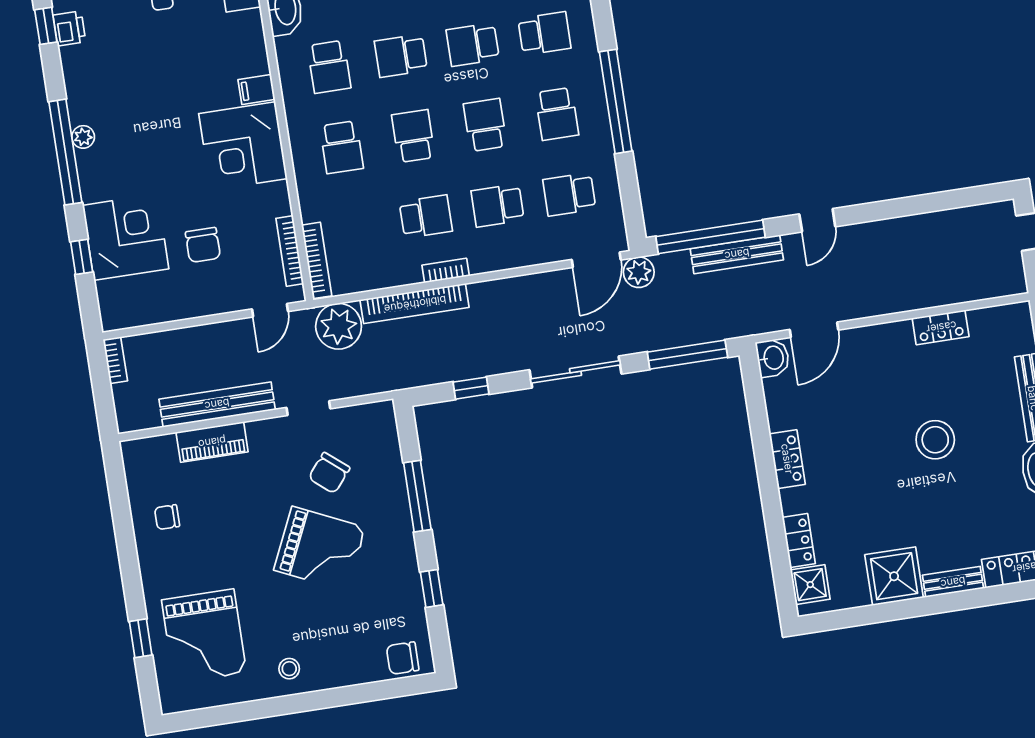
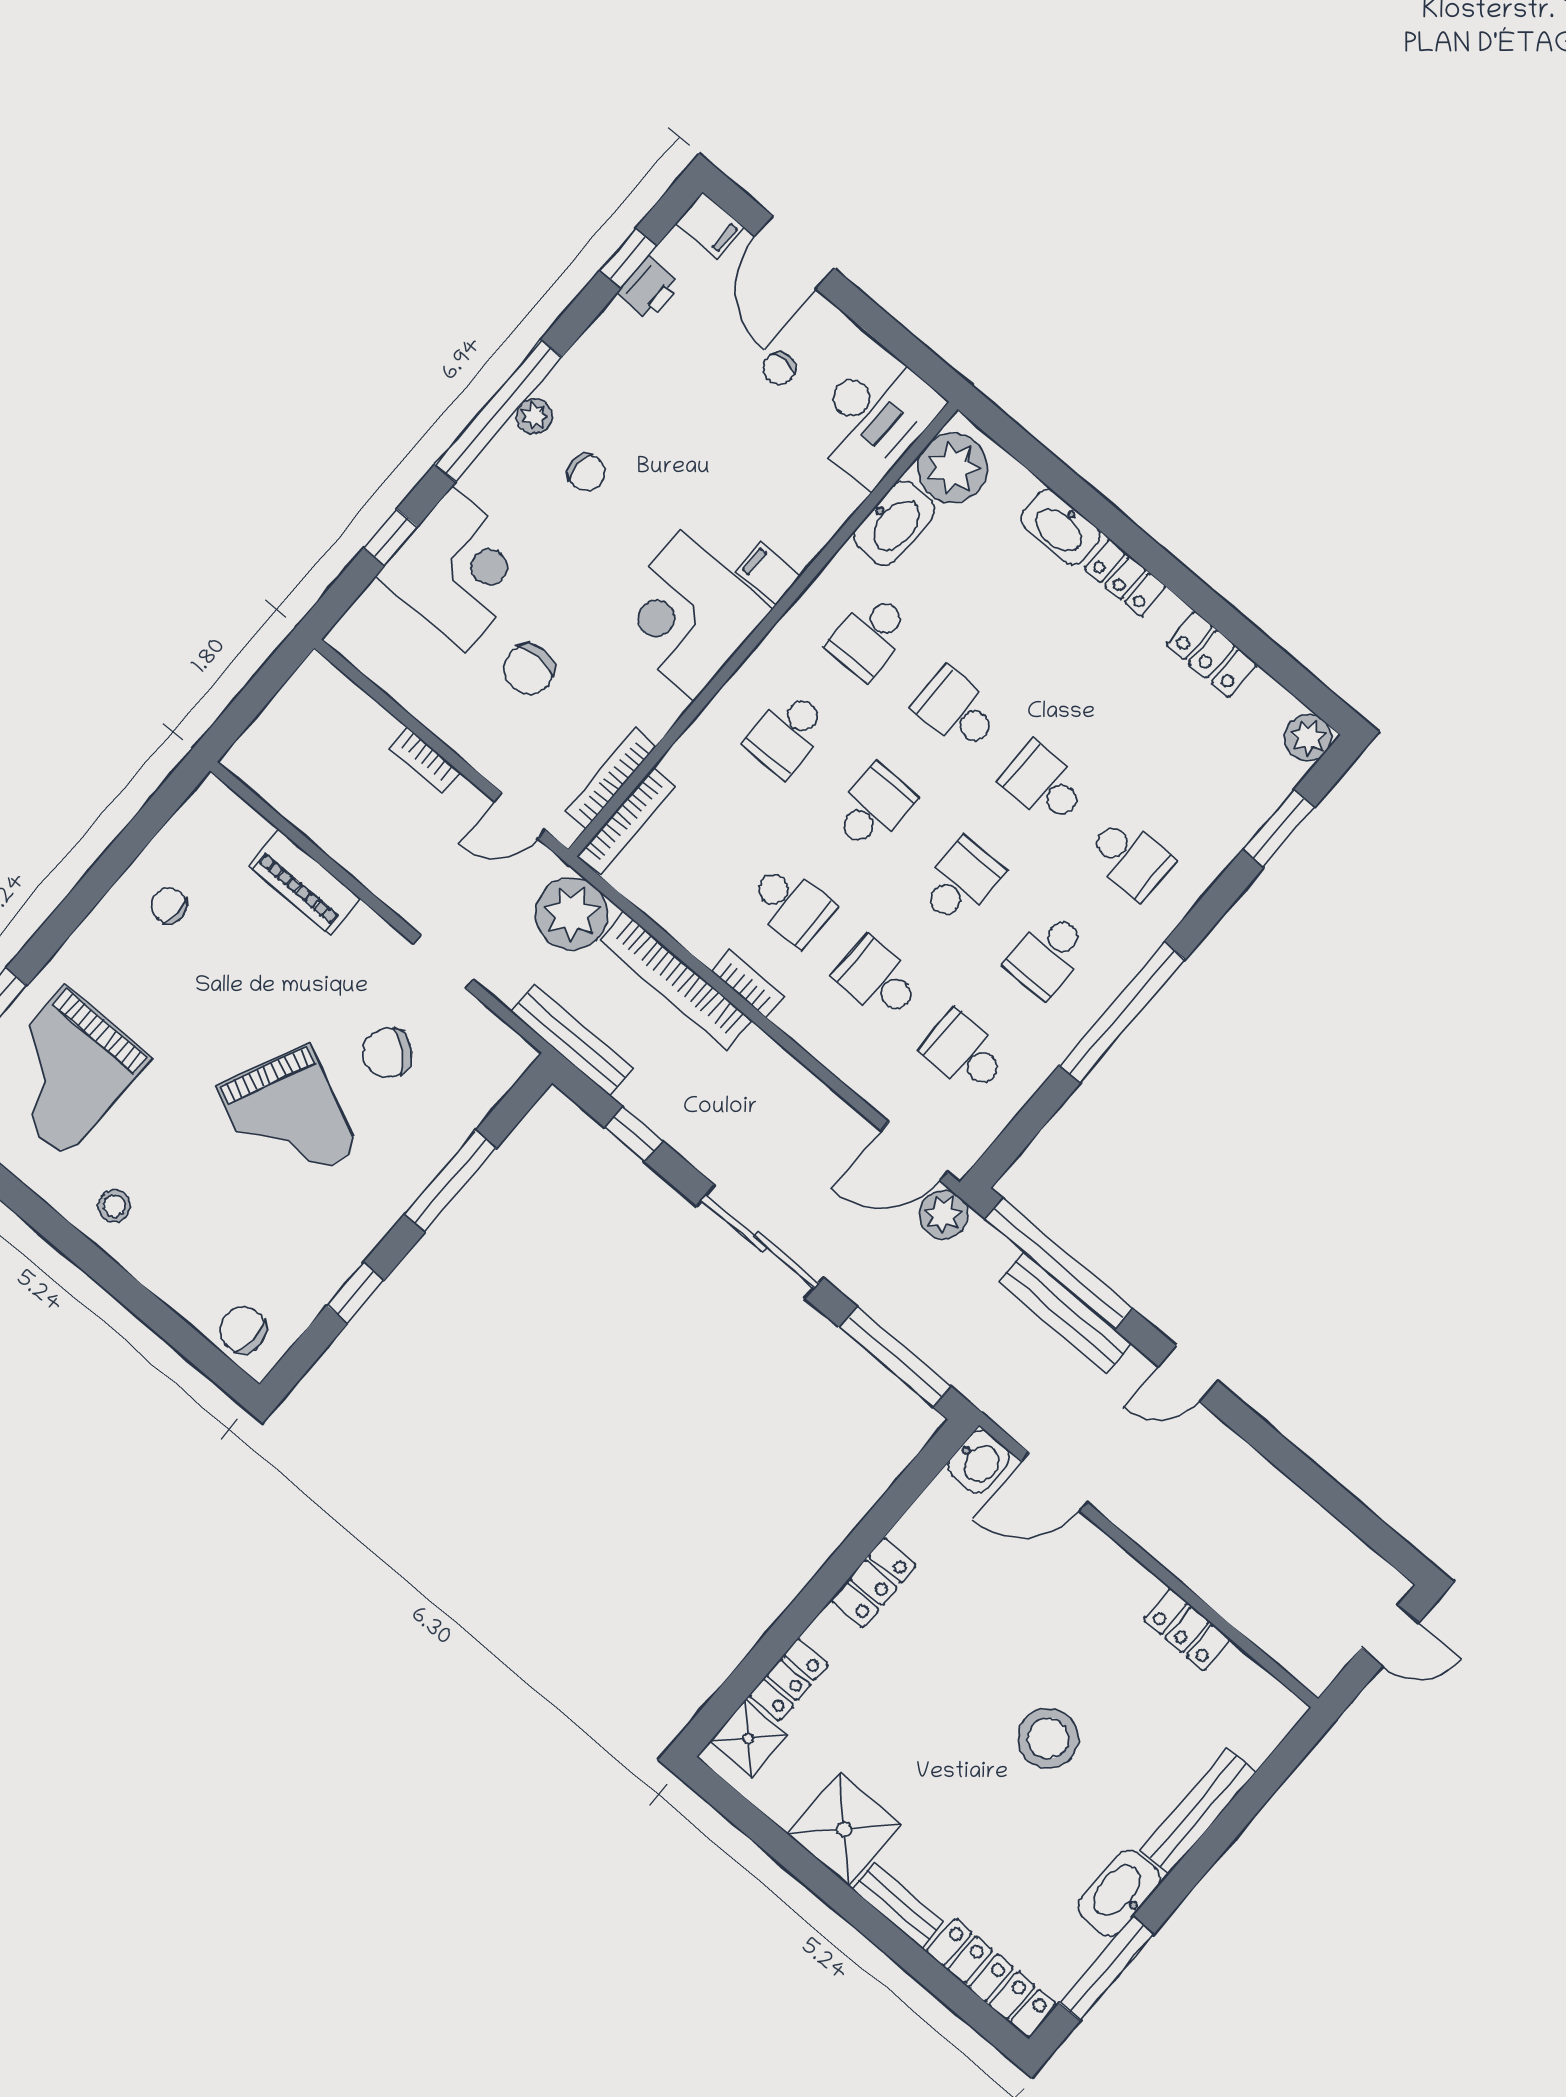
chair: (132, 135) -> (586, 472), added
bookcase: (115, 360) -> (425, 760), moved, turned 90
bench: (217, 404) -> (572, 1040), moved, width x0.73, depth x0.82

